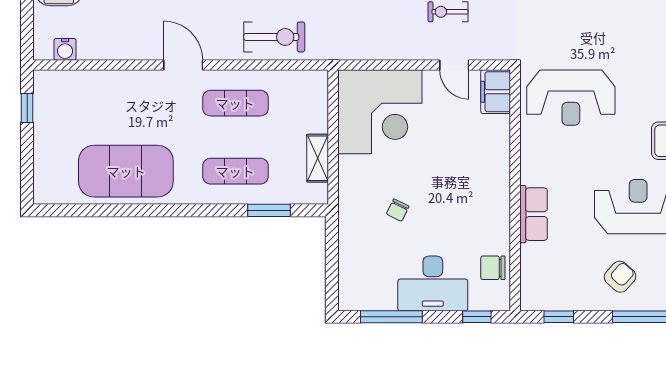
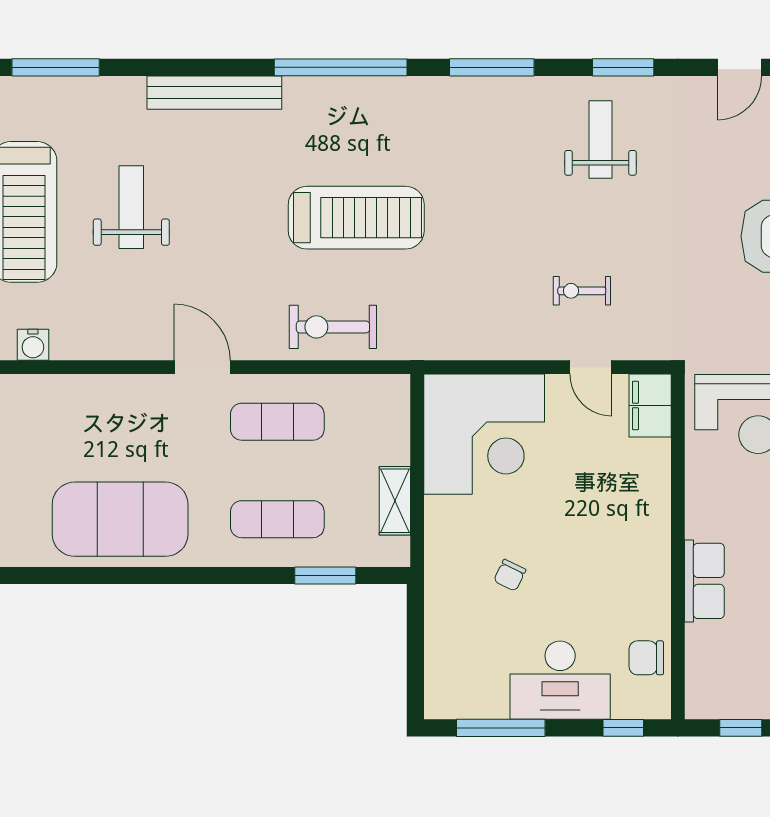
exercise bike: (274, 37) -> (333, 327), turned 180

